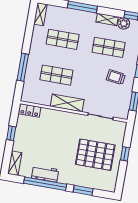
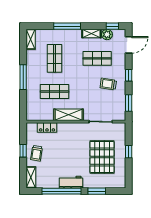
shop shelf: (63, 39) -> (55, 58), turned 90
window: (23, 67) -> (23, 77), moved
locker: (30, 110) -> (47, 127), moved
trolley: (25, 138) -> (37, 153), added
pallet: (95, 155) -> (102, 157), turned 90
workbench: (45, 174) -> (71, 182), moved

